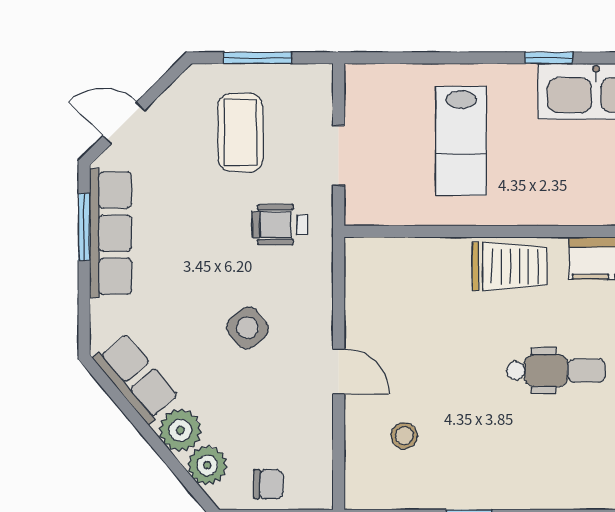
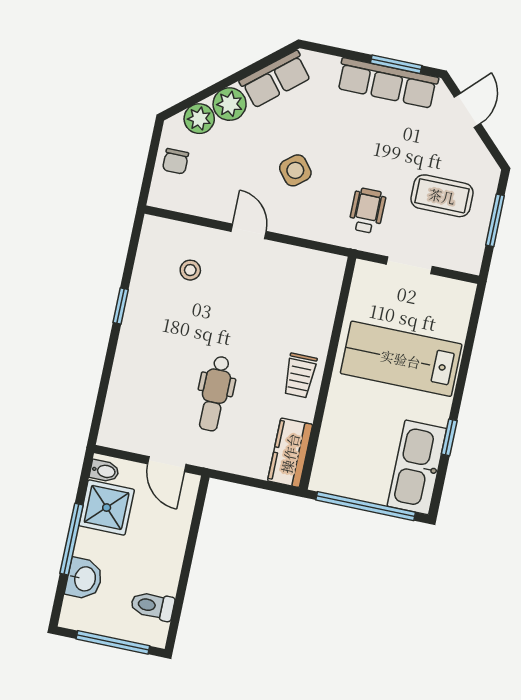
lab bench: (461, 141) -> (401, 359), width x1.36, depth x1.39
trolley: (510, 266) -> (300, 375), width x0.73, depth x0.72
door: (339, 371) -> (249, 231), swing flipped

